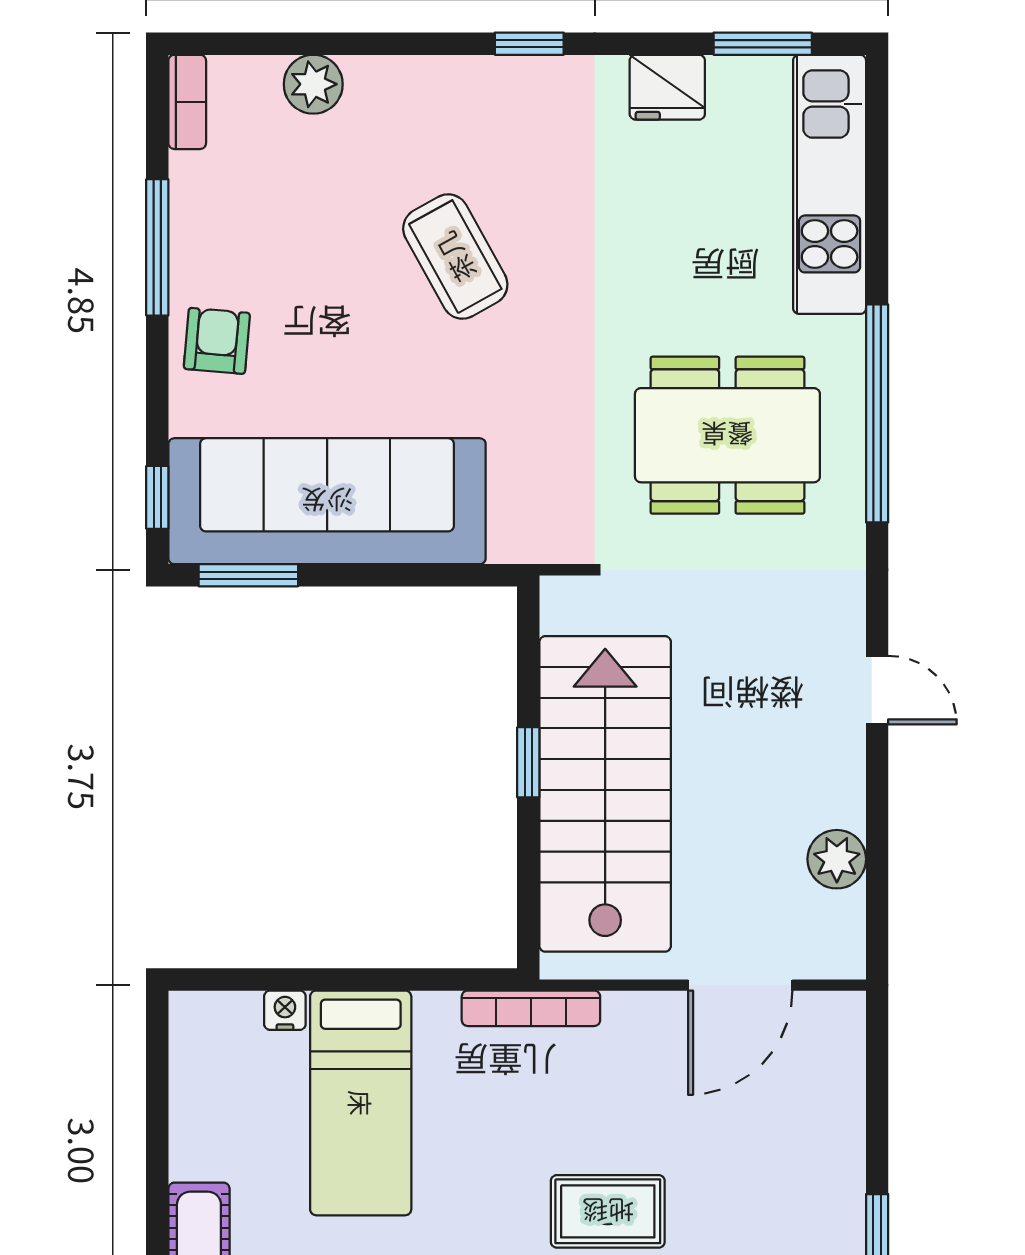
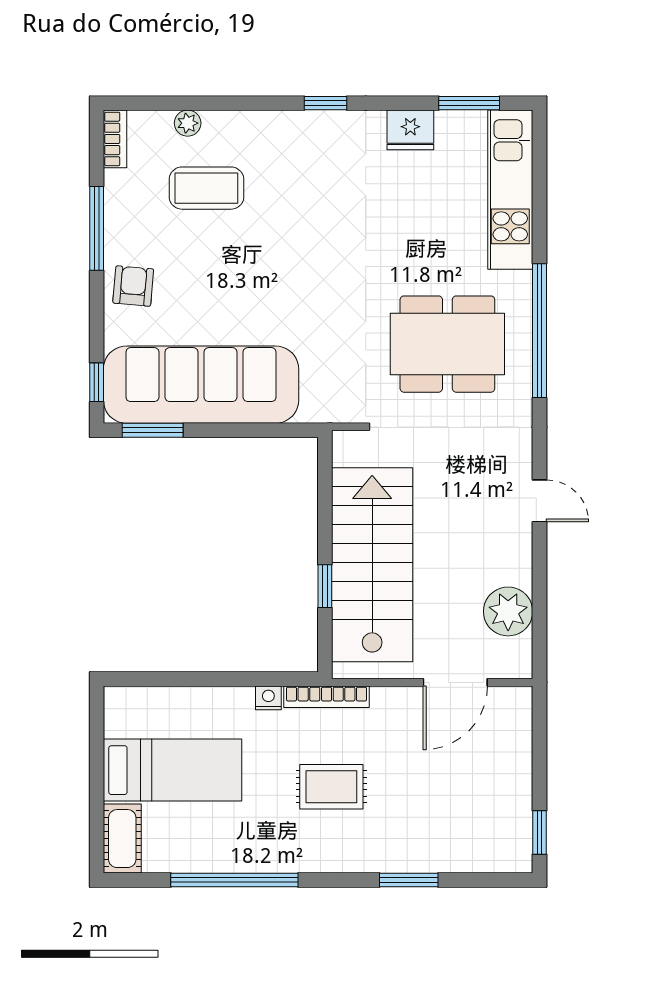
plant: (313, 84) -> (188, 123), width x0.73, depth x0.73
coffee table: (455, 257) -> (206, 188), moved, turned -61
window: (528, 762) -> (325, 586), moved
plant: (837, 859) -> (508, 611), width x1.36, depth x1.36
nightstand: (285, 1010) -> (268, 698), moved
bed: (361, 1103) -> (173, 770), moved, turned -90
rug: (608, 1211) -> (331, 787), moved

